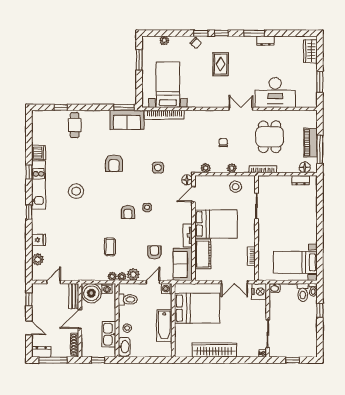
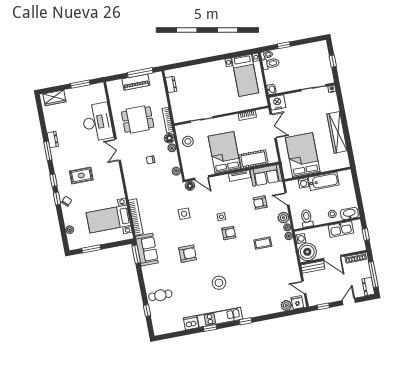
floor lamp: (305, 167) -> (169, 138), moved
fridge: (39, 240) -> (297, 302), moved
washing machine: (167, 289) -> (304, 183), moved

